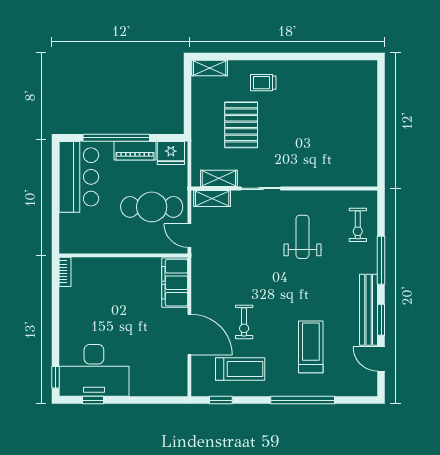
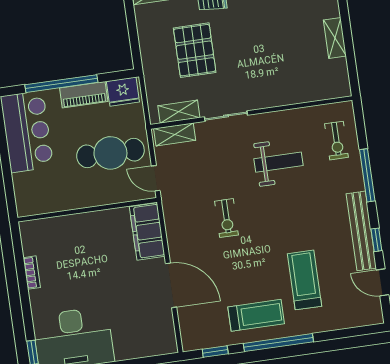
shelving: (369, 132) -> (335, 38), added
weight bench: (303, 237) -> (279, 162), turned 90
bookcase: (65, 272) -> (32, 273), moved
window: (381, 320) -> (376, 240), width x0.67
exercise bike: (244, 322) -> (226, 218), moved
treadmill: (240, 369) -> (256, 315), moved
window: (303, 400) -> (278, 343), moved

